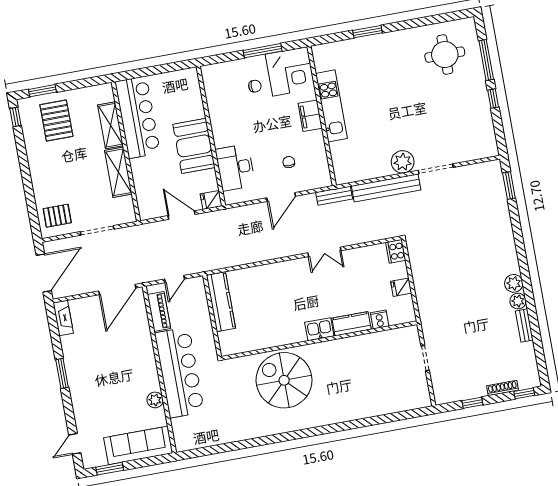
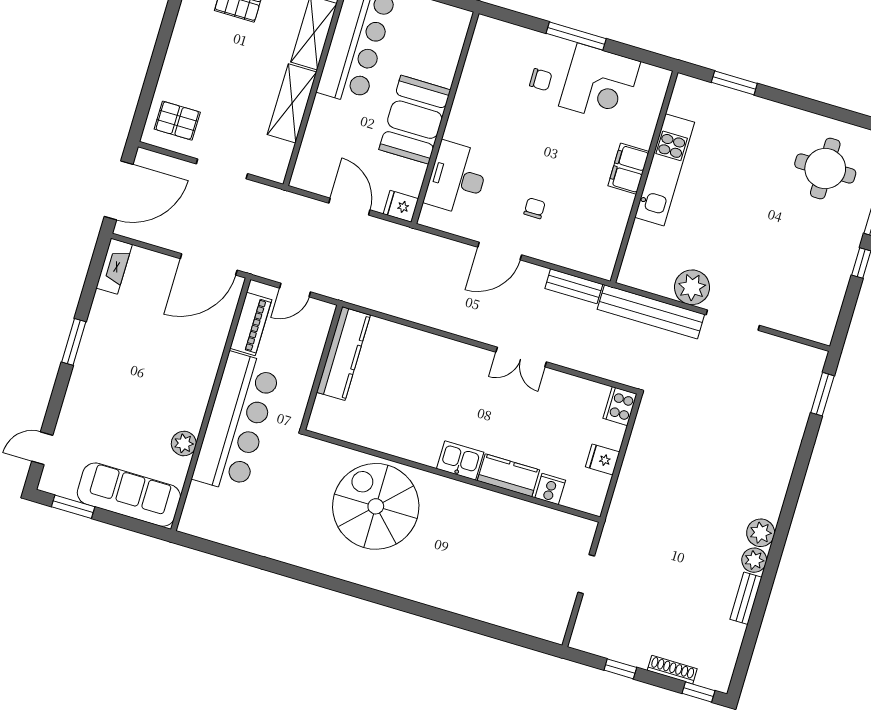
kitchen unit: (331, 106) -> (665, 170), moved
filing cabinet: (310, 116) -> (628, 169), moved
wall: (322, 116) -> (644, 177), moved

